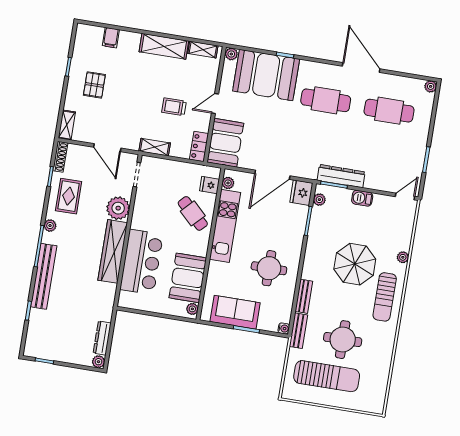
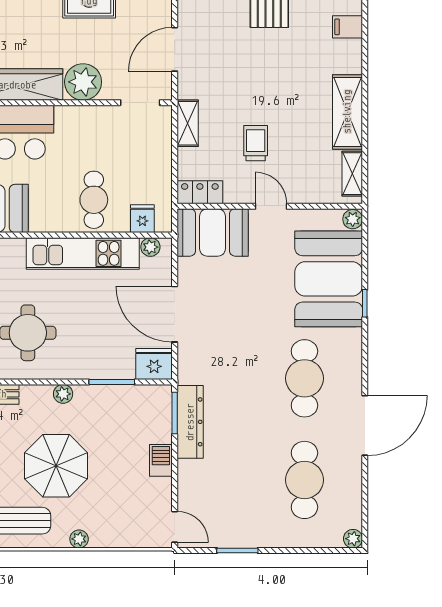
plant: (319, 200) -> (63, 394), moved
cafe table: (193, 213) -> (94, 200), turned -44

